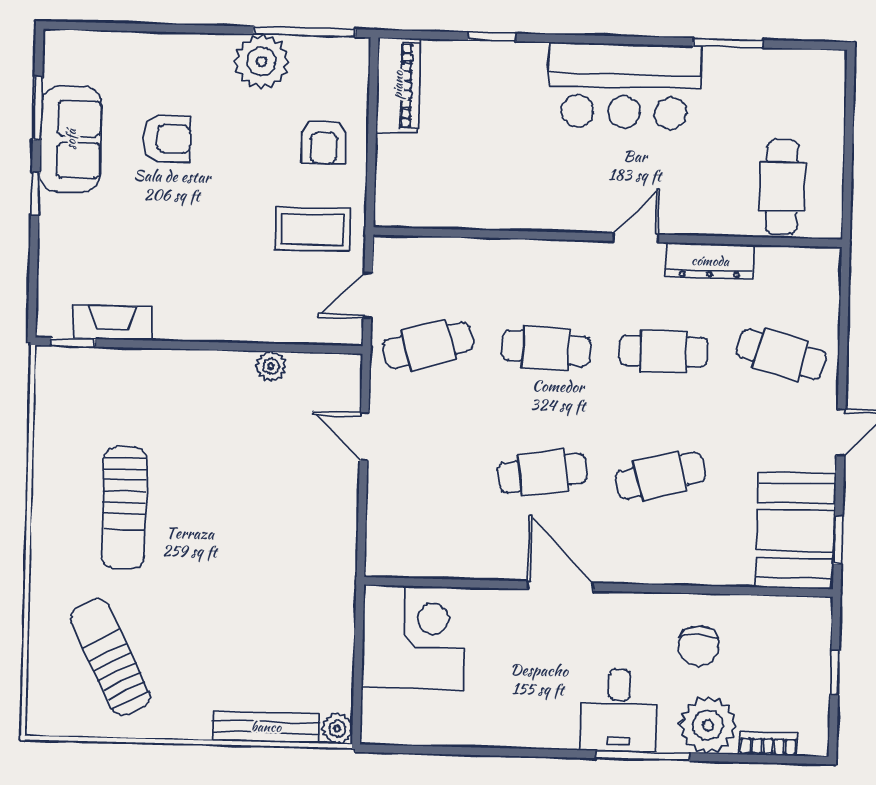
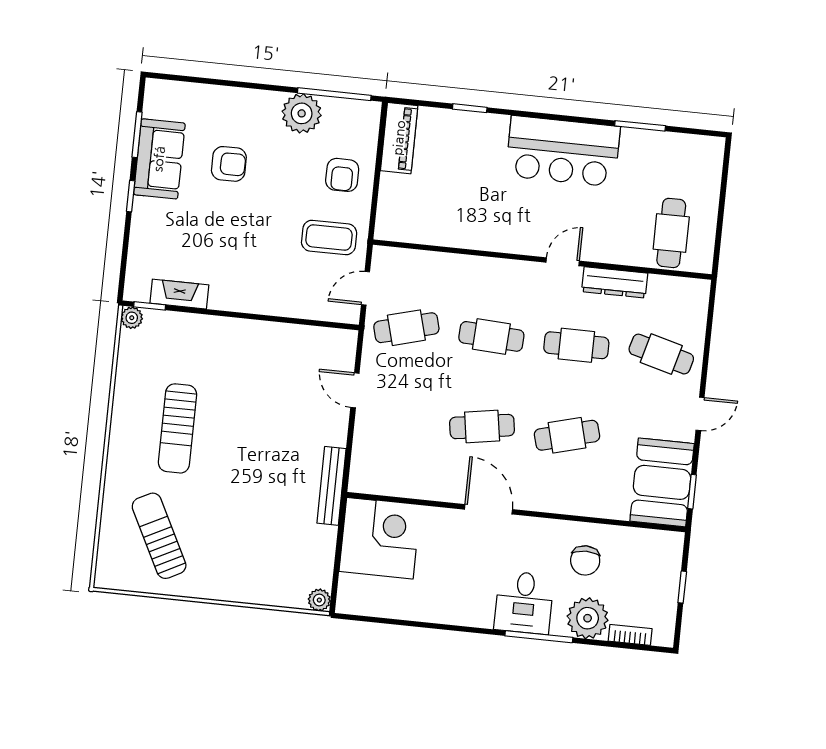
plant: (271, 366) -> (132, 318), moved
bench: (266, 727) -> (332, 486), moved, turned 90

